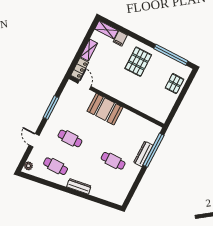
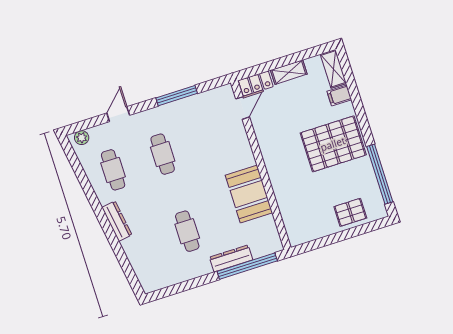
pallet: (138, 62) -> (333, 144), width x1.37, depth x1.41
booth: (105, 109) -> (249, 194), moved

